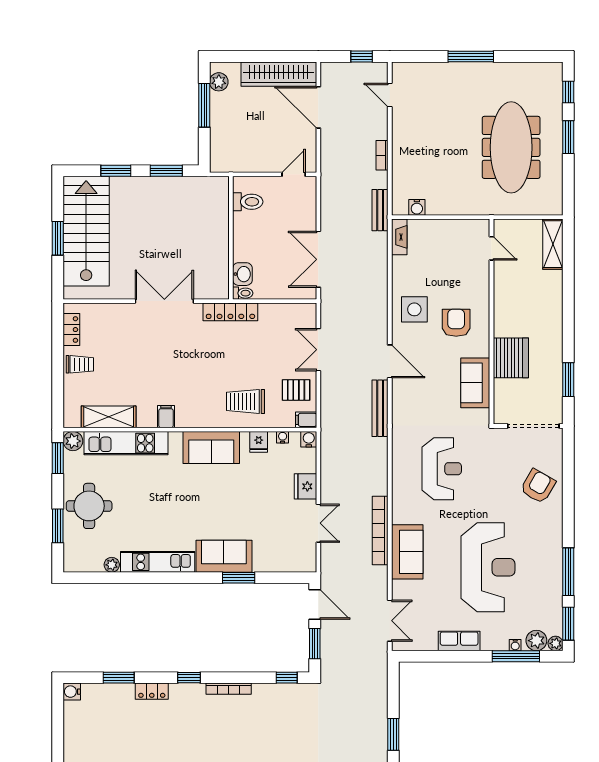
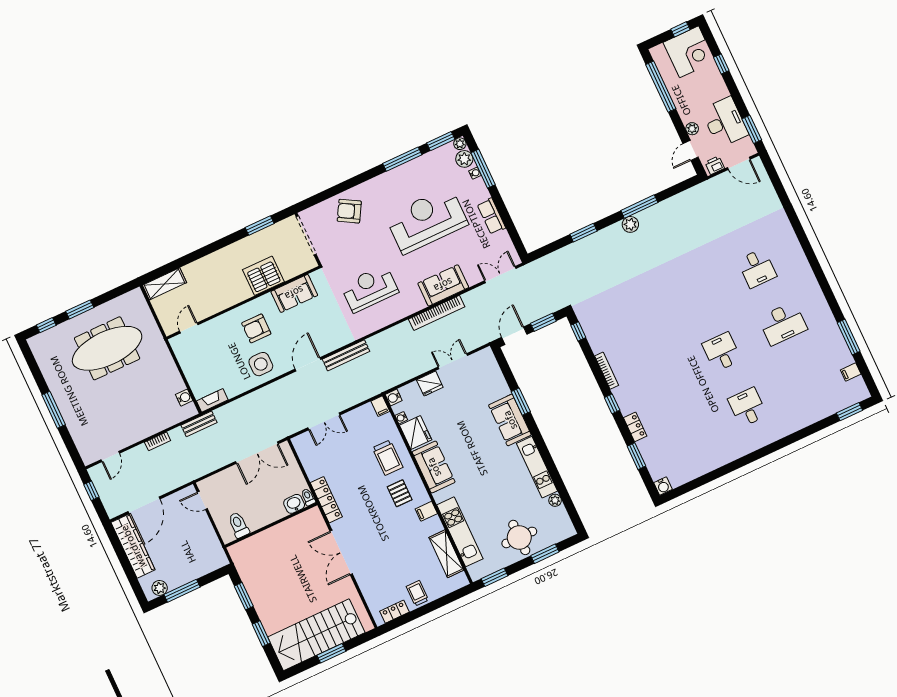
pallet: (296, 390) -> (400, 493), moved
plant: (73, 441) -> (477, 572), removed
fridge: (259, 442) -> (416, 433), width x1.88, depth x1.34

